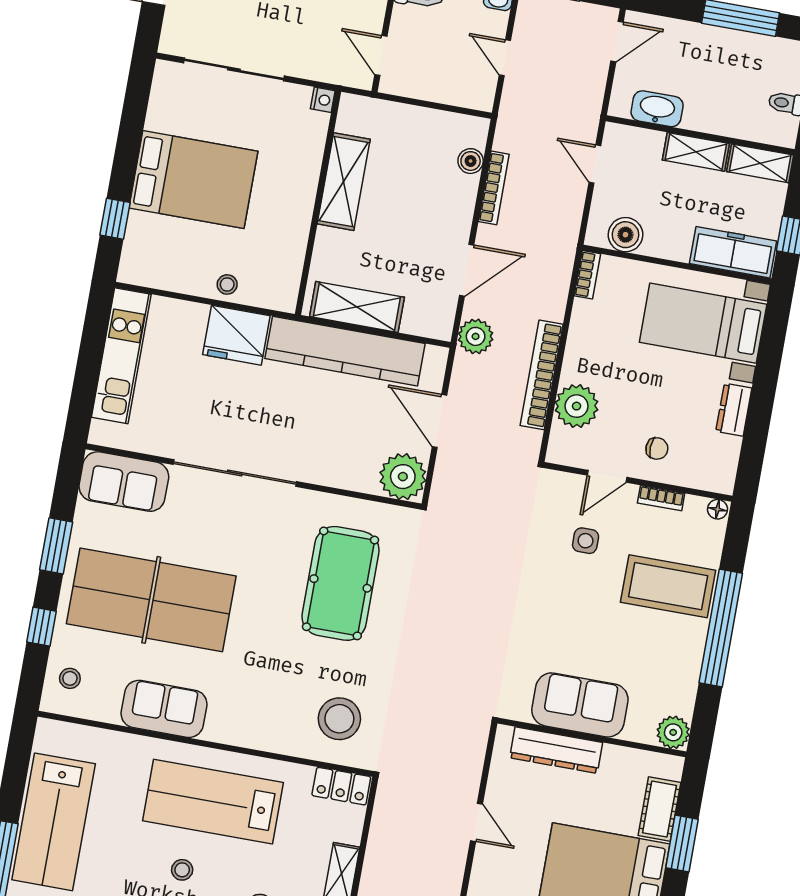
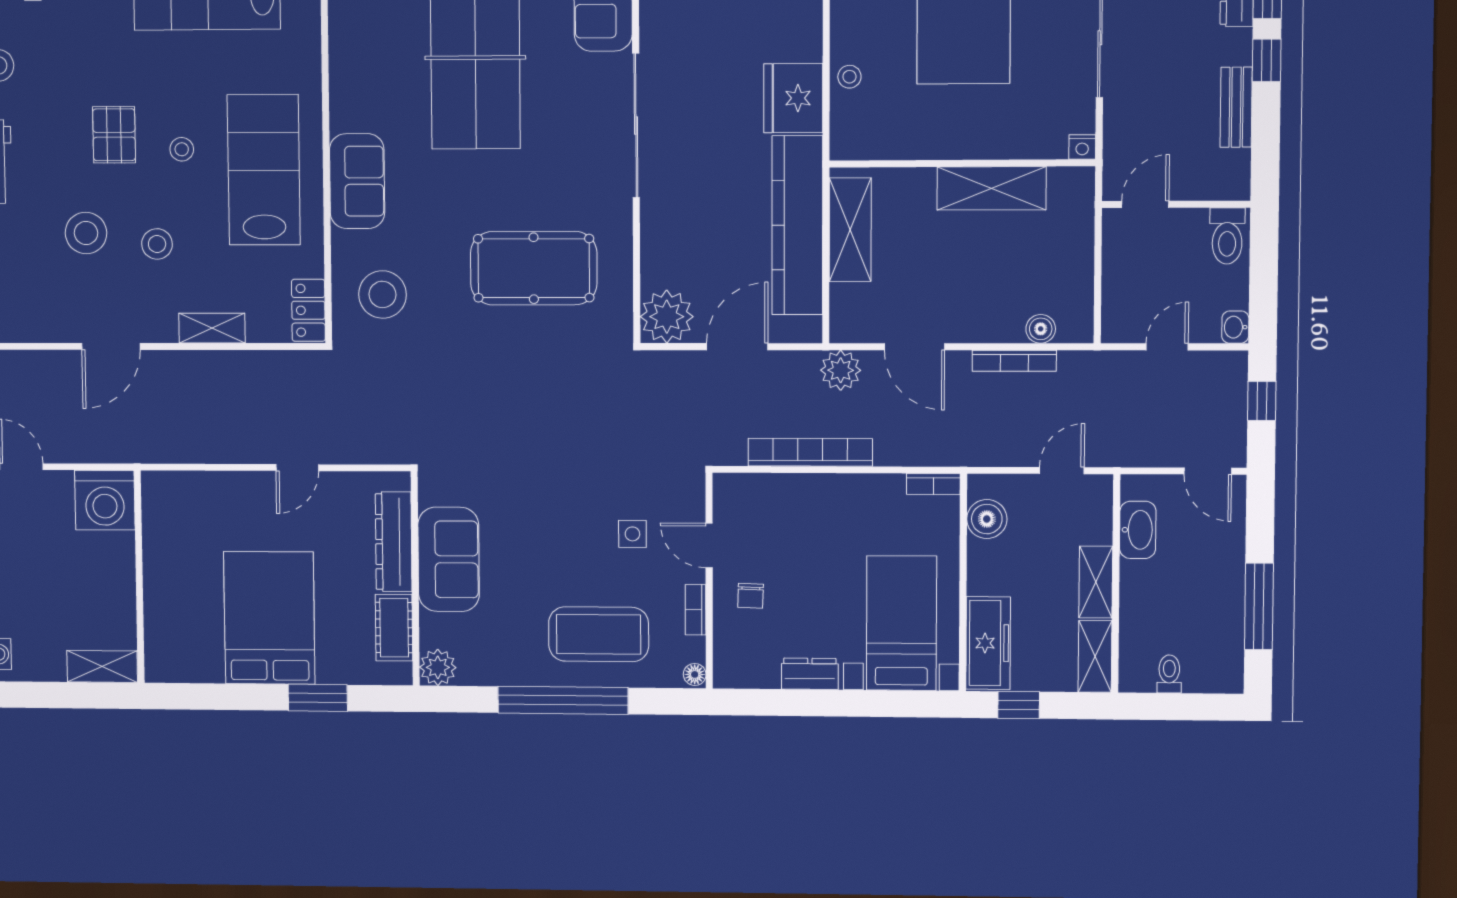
plant: (577, 406) -> (782, 498), removed
coffee table: (668, 586) -> (599, 634), turned 90
sofa: (164, 709) -> (357, 181), moved
cot: (659, 809) -> (394, 628), moved, turned 90

